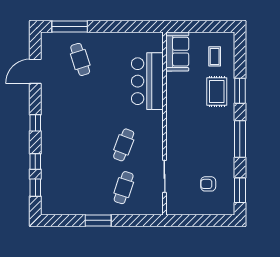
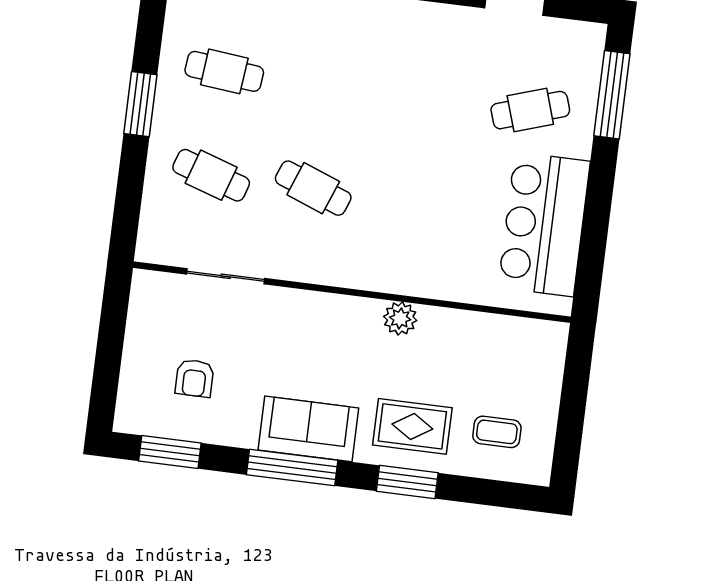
sofa: (177, 52) -> (308, 429), moved, turned 180
bar counter: (147, 81) -> (544, 224), moved, turned -90
plant: (173, 102) -> (400, 318), added
armchair: (208, 184) -> (194, 378), turned 180
cafe table: (80, 188) -> (224, 71), added

